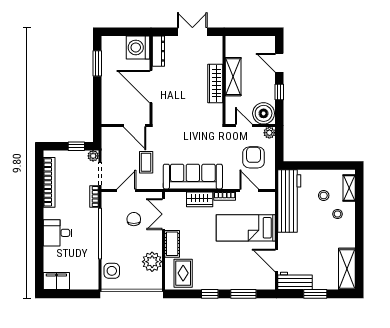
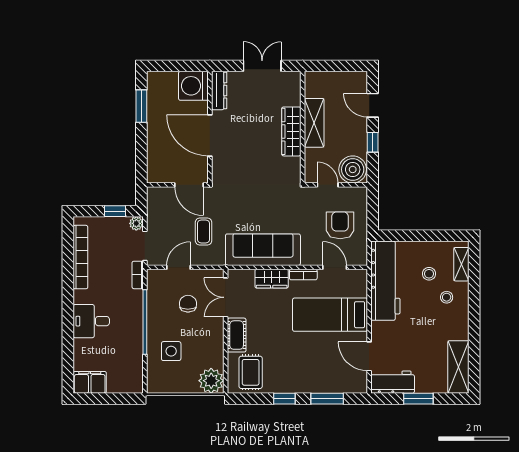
plant: (269, 133) -> (360, 194), removed
plant: (152, 262) -> (211, 381), moved
side table: (112, 271) -> (171, 351), moved

